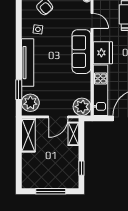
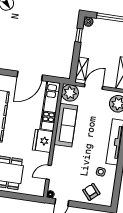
door: (92, 21) -> (49, 172), hinge flipped
sofa: (81, 52) -> (66, 125), moved
boiler: (74, 184) -> (88, 22), added

